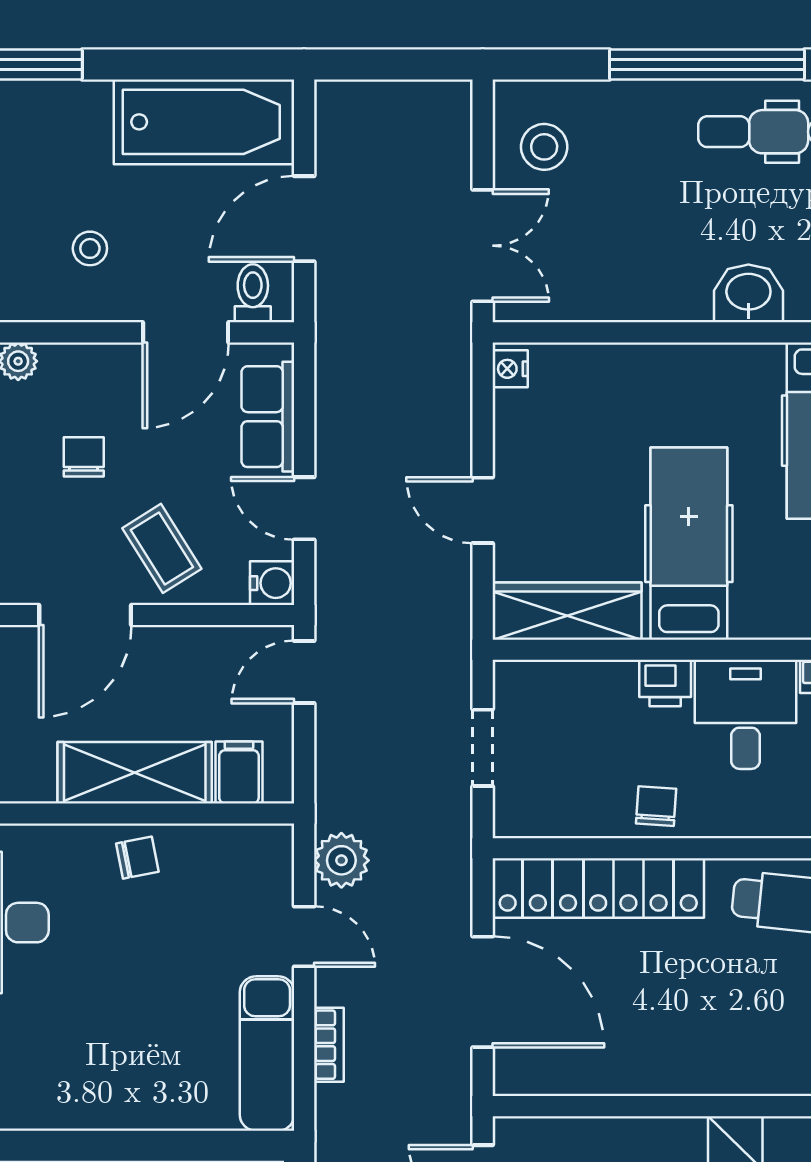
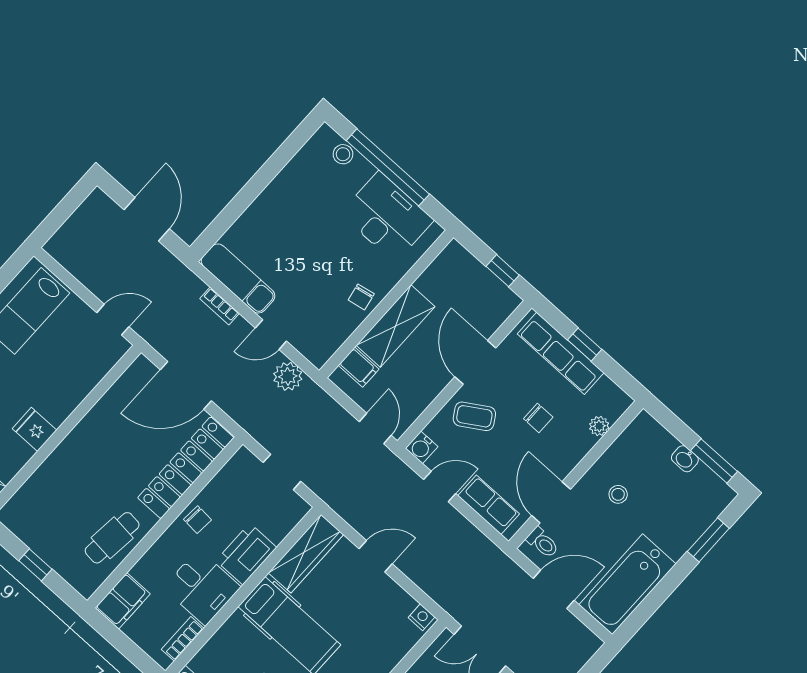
door: (304, 219) -> (554, 589), hinge flipped
printer: (665, 683) -> (246, 554), width x1.87, depth x1.48

